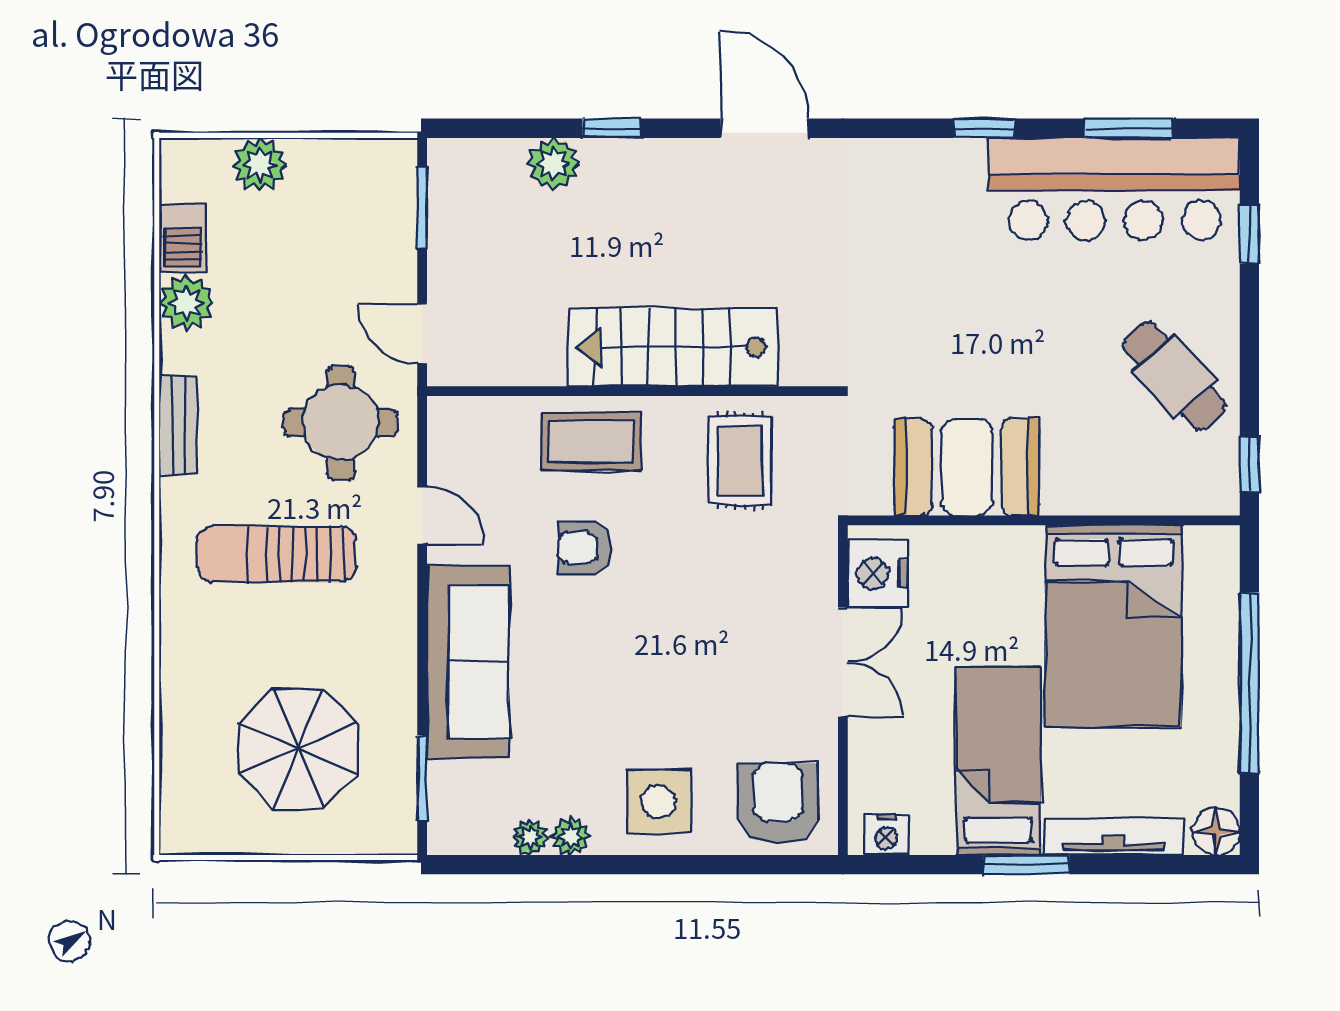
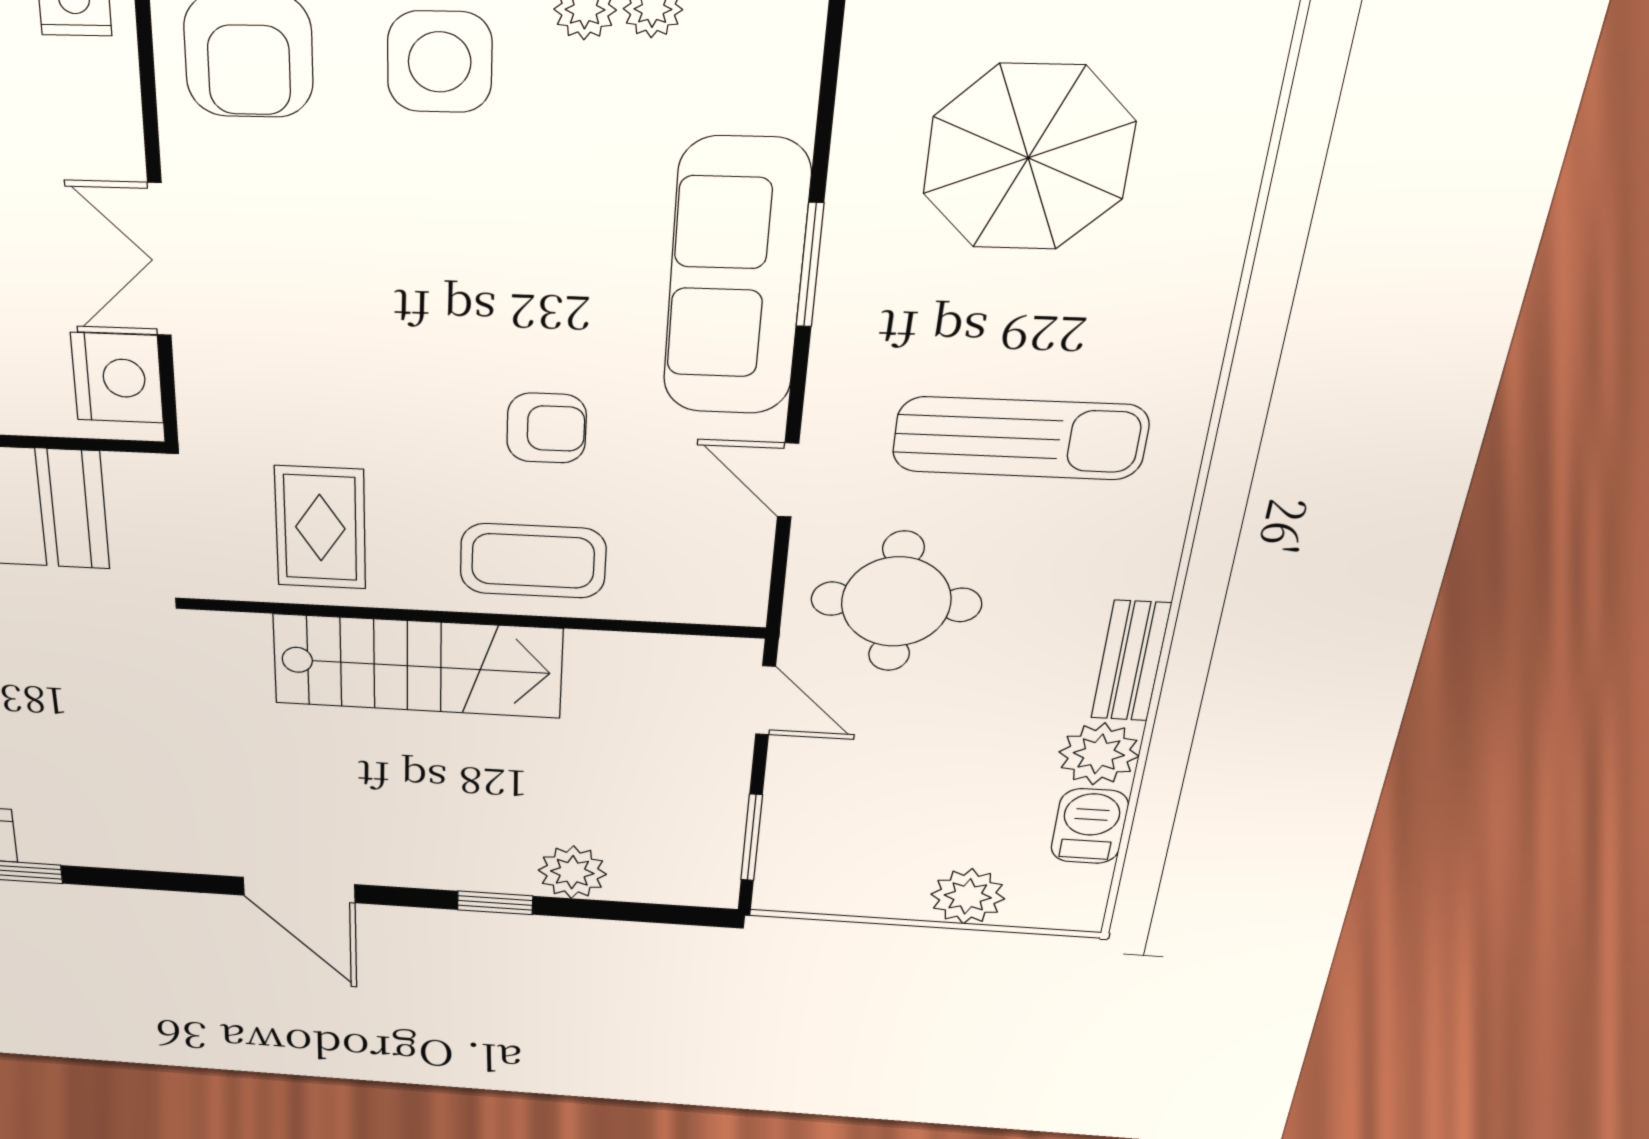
bench: (178, 425) -> (1131, 661), moved
window: (422, 778) -> (810, 265), moved

